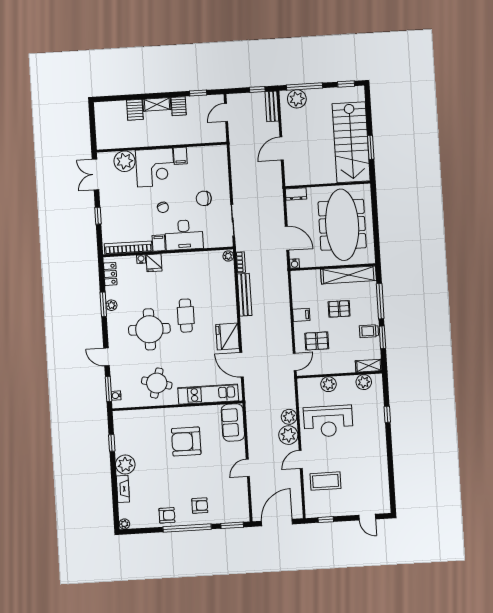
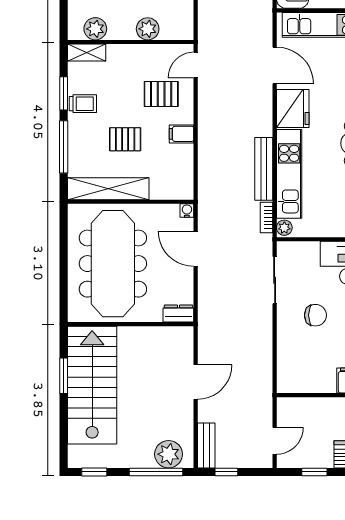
kitchen unit: (227, 292) -> (289, 174), added

